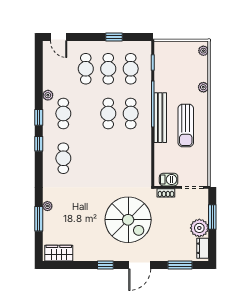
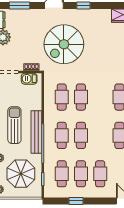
parasol: (178, 69) -> (21, 174), added
cafe table: (108, 158) -> (81, 97), added
cafe table: (131, 158) -> (62, 97), added
spiral stairs: (128, 220) -> (64, 44), turned -90

